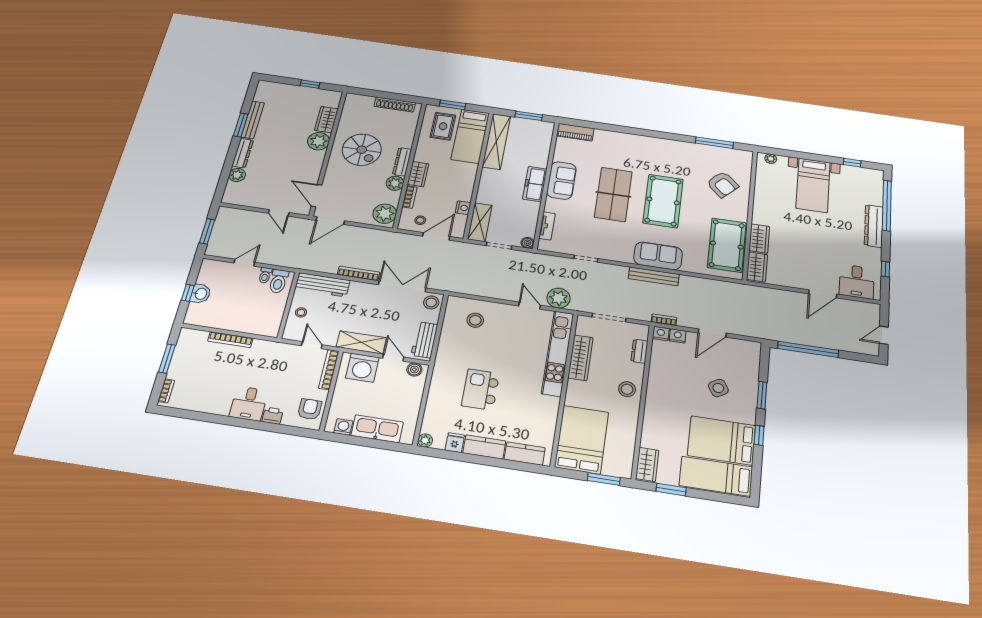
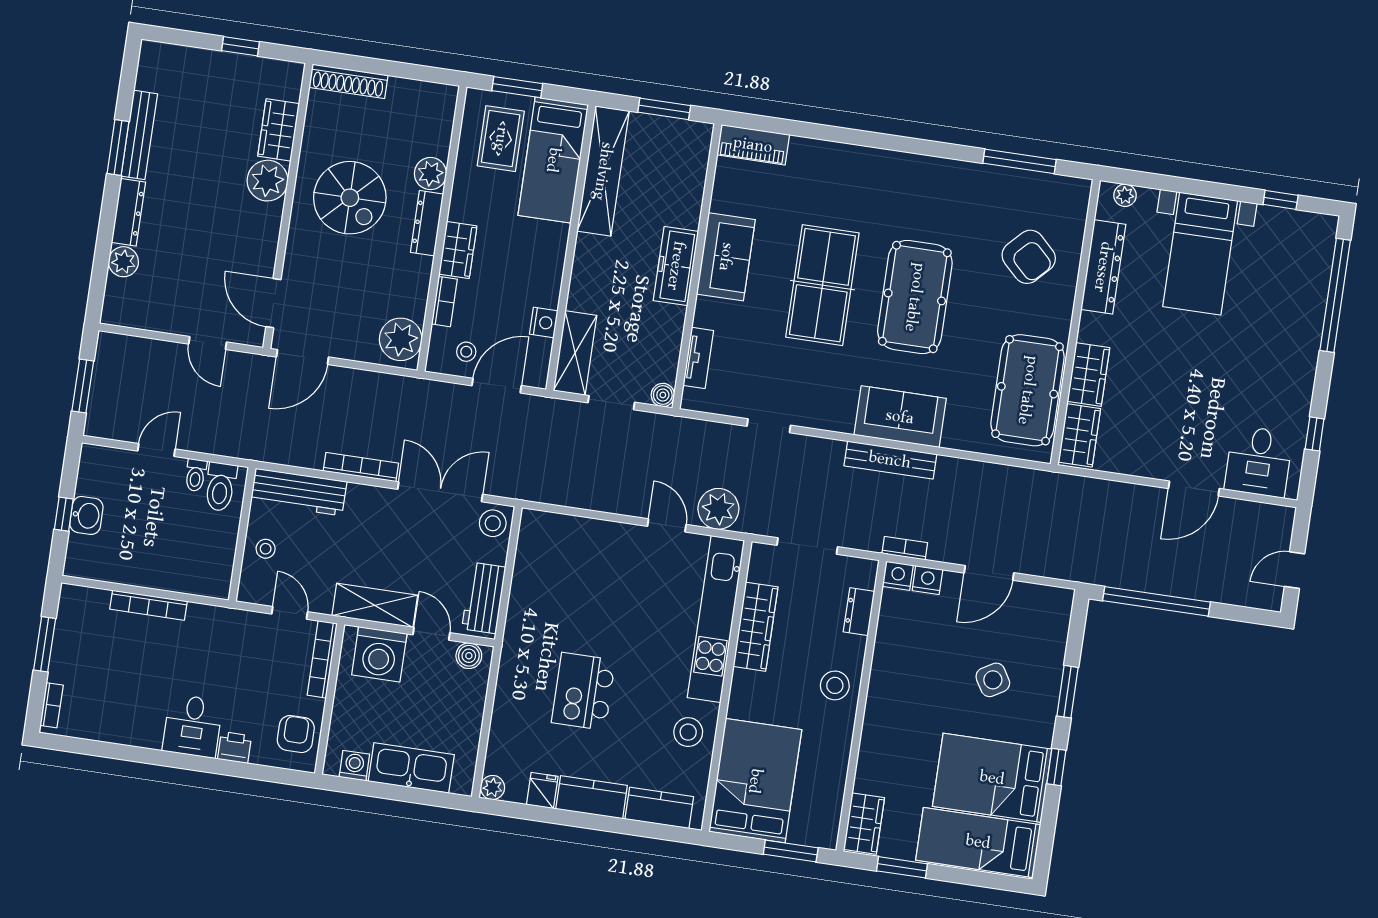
shoe rack: (395, 104) -> (348, 81), moved
plant: (395, 183) -> (430, 174), moved
dresser: (874, 226) -> (1103, 267), moved, turned 180
stool: (475, 320) -> (688, 732), moved

